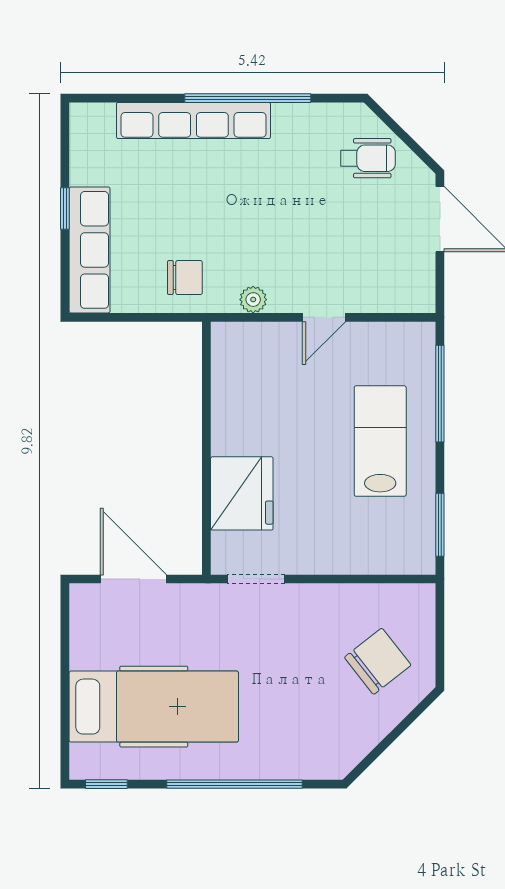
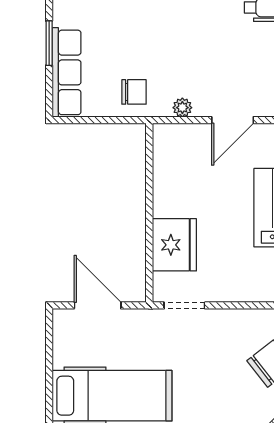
window: (65, 209) -> (49, 43), width x1.50
door: (324, 317) -> (233, 120), width x1.38

